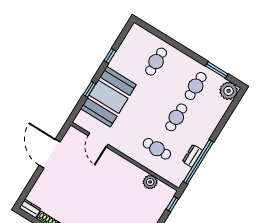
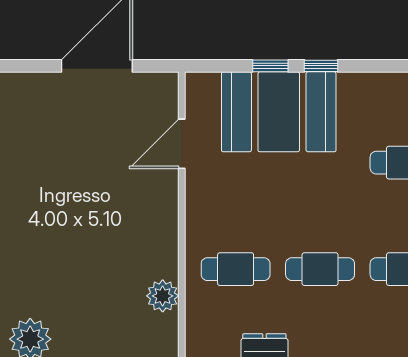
window: (110, 56) -> (321, 66), moved
cafe table: (157, 149) -> (236, 269), turned 90

